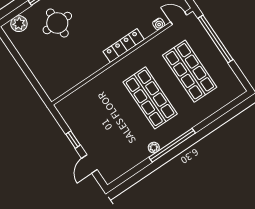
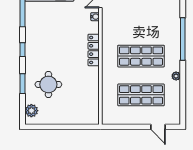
shop shelf: (190, 71) -> (141, 95), moved
window: (73, 140) -> (134, 127), removed
window: (172, 145) -> (183, 39), moved

